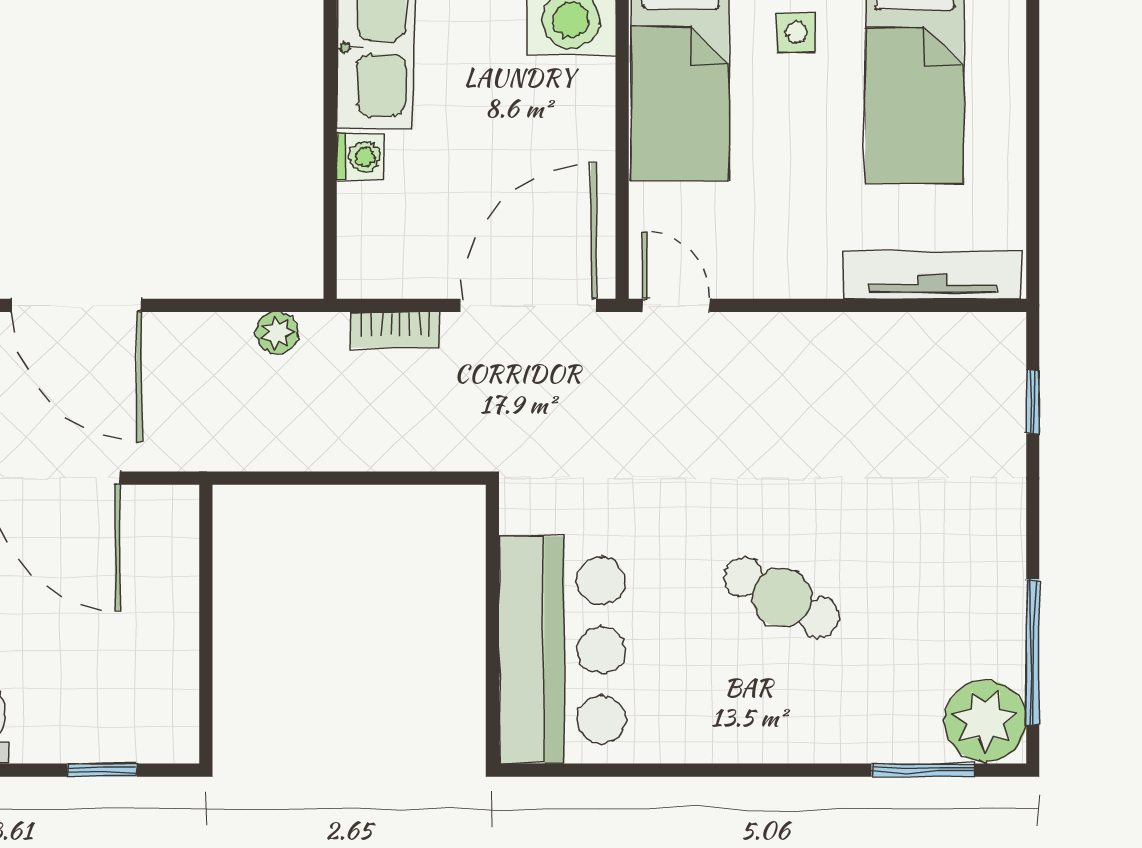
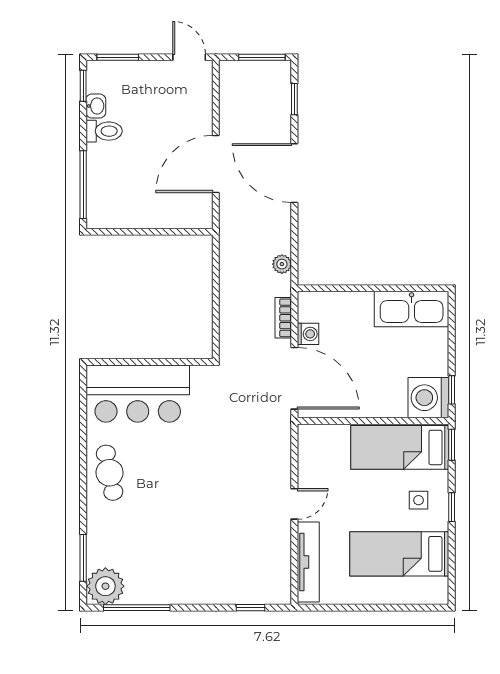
washing machine: (360, 157) -> (308, 334), moved, turned -90
door: (77, 305) -> (294, 173), hinge flipped
door: (676, 305) -> (294, 504), moved
cafe table: (782, 597) -> (110, 473), moved, turned -39
window: (102, 770) -> (83, 185), width x2.17

